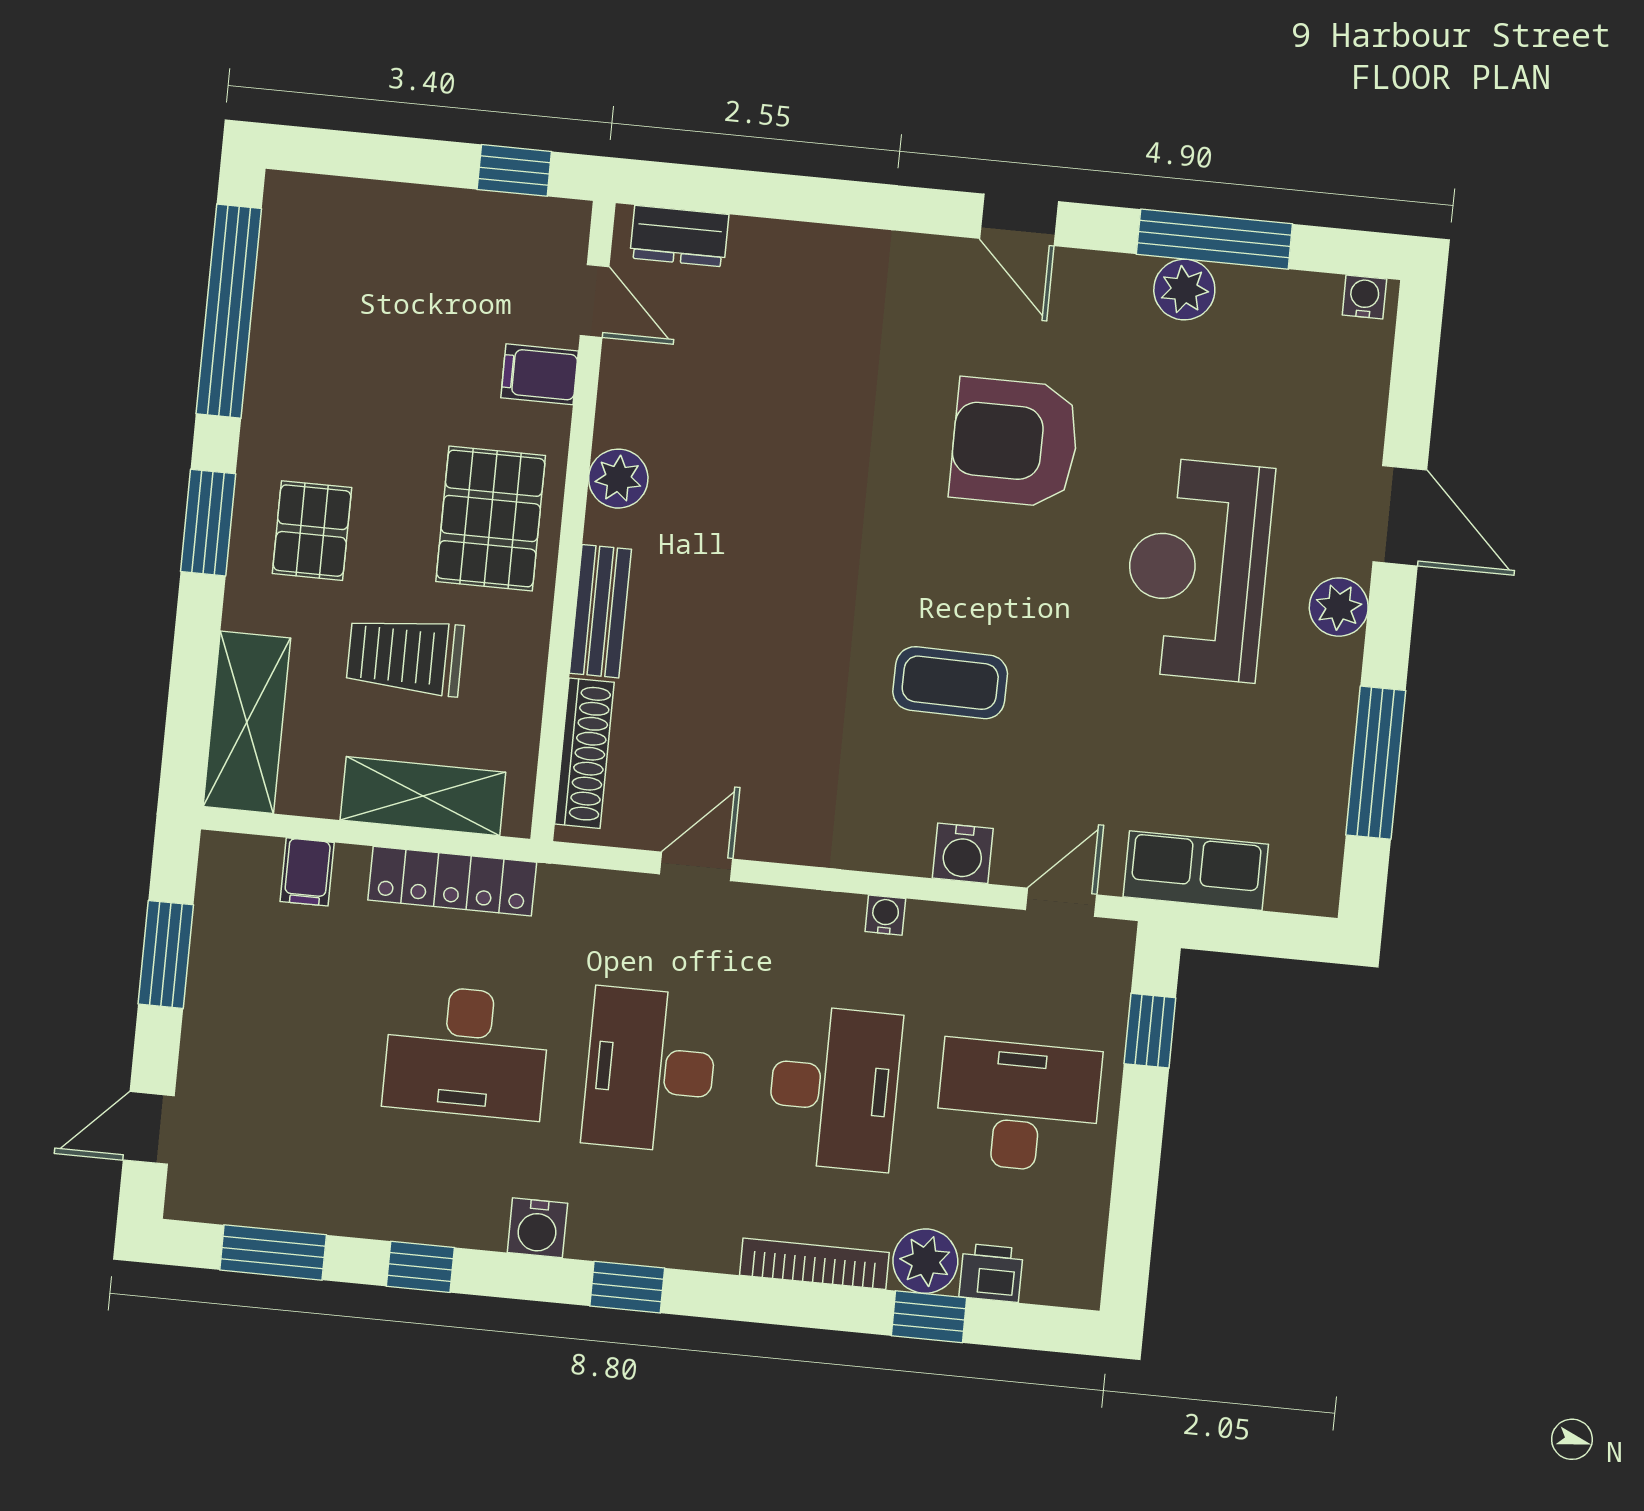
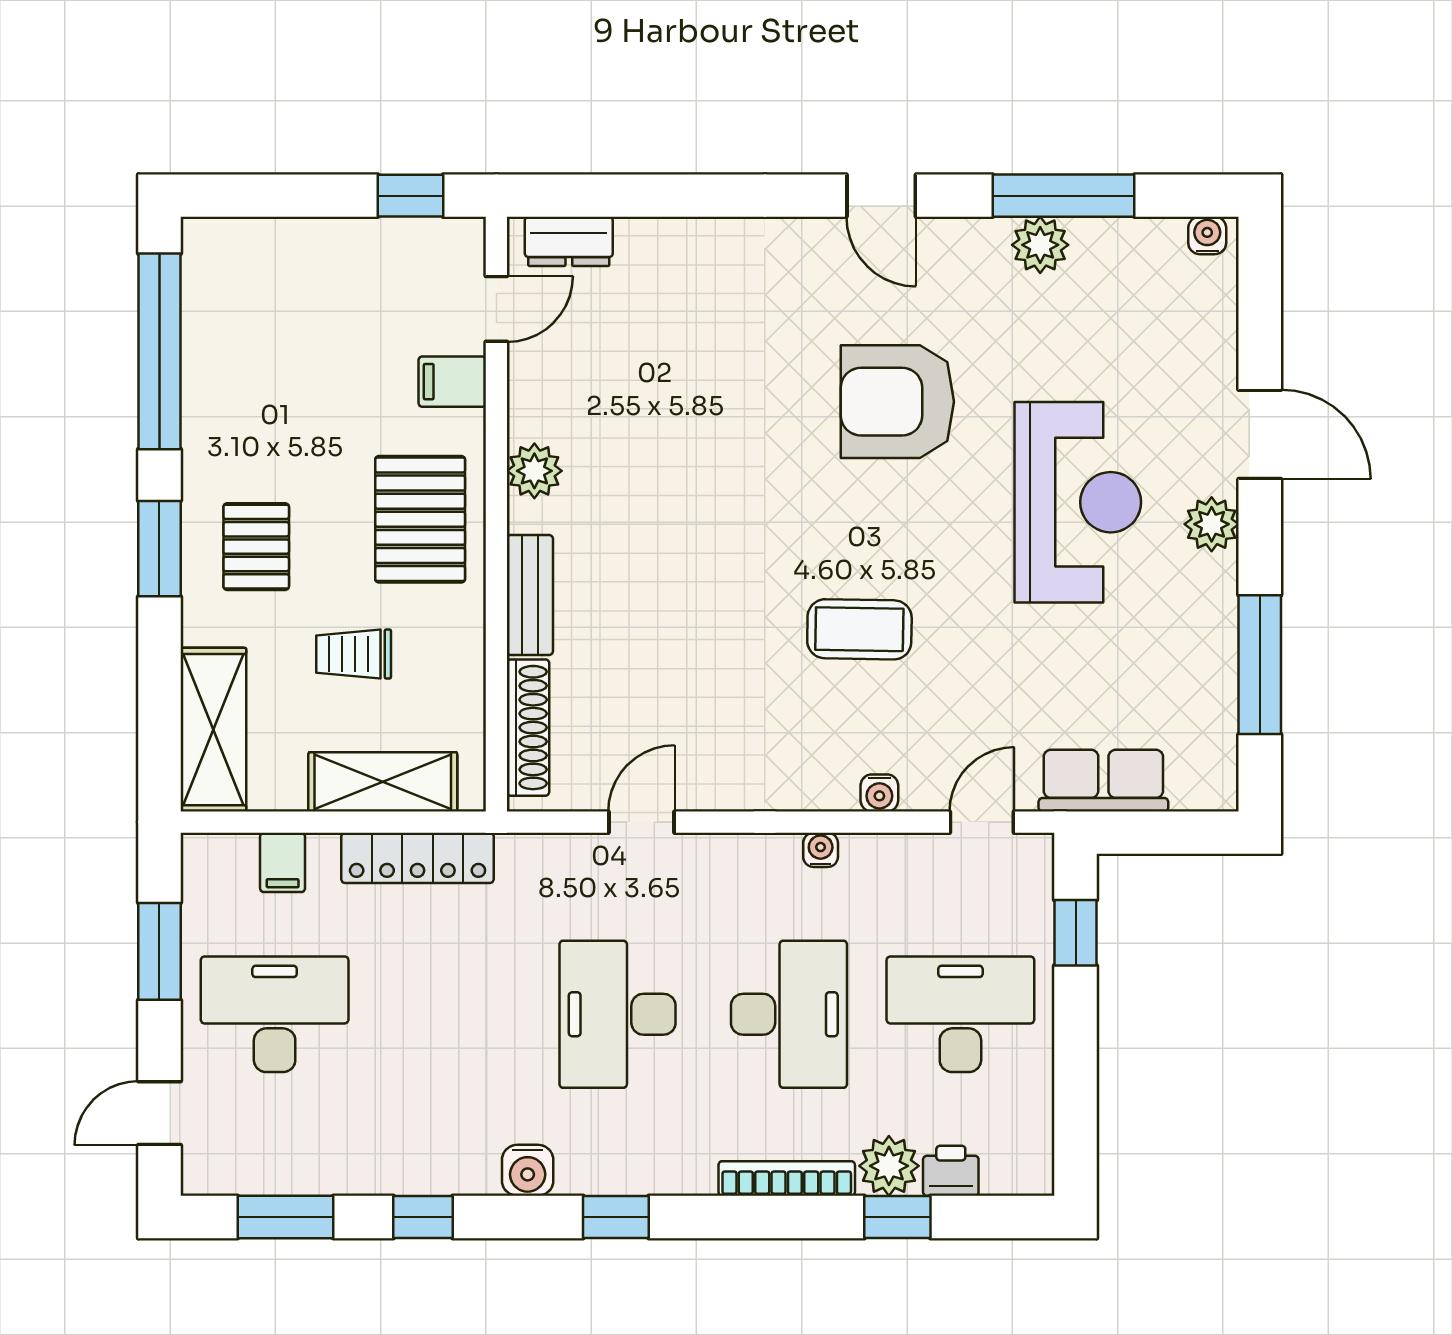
door: (595, 301) -> (496, 309), hinge flipped
reception desk: (1198, 569) -> (1078, 502), turned 180
trolley: (405, 656) -> (354, 654), width x0.73, depth x0.72
water cooler: (963, 853) -> (879, 793), width x0.72, depth x0.72
desk: (466, 1052) -> (275, 1014), moved, turned 180

